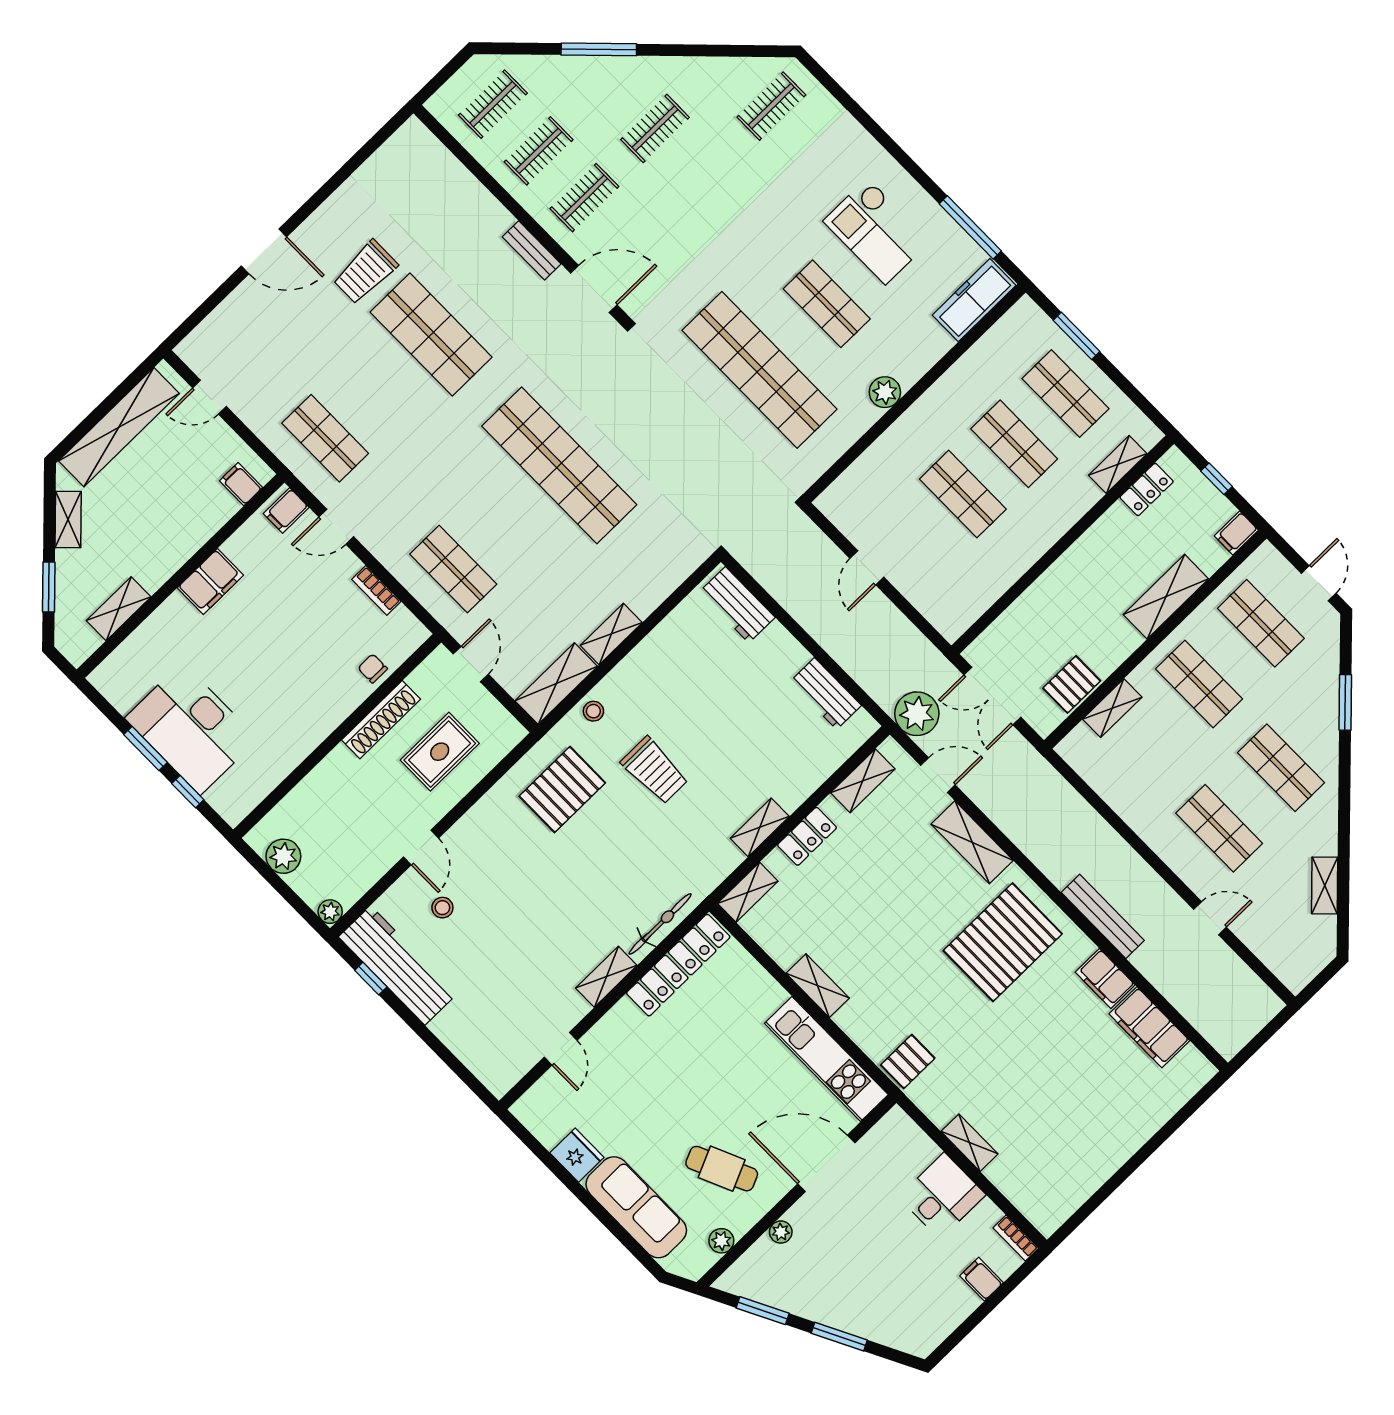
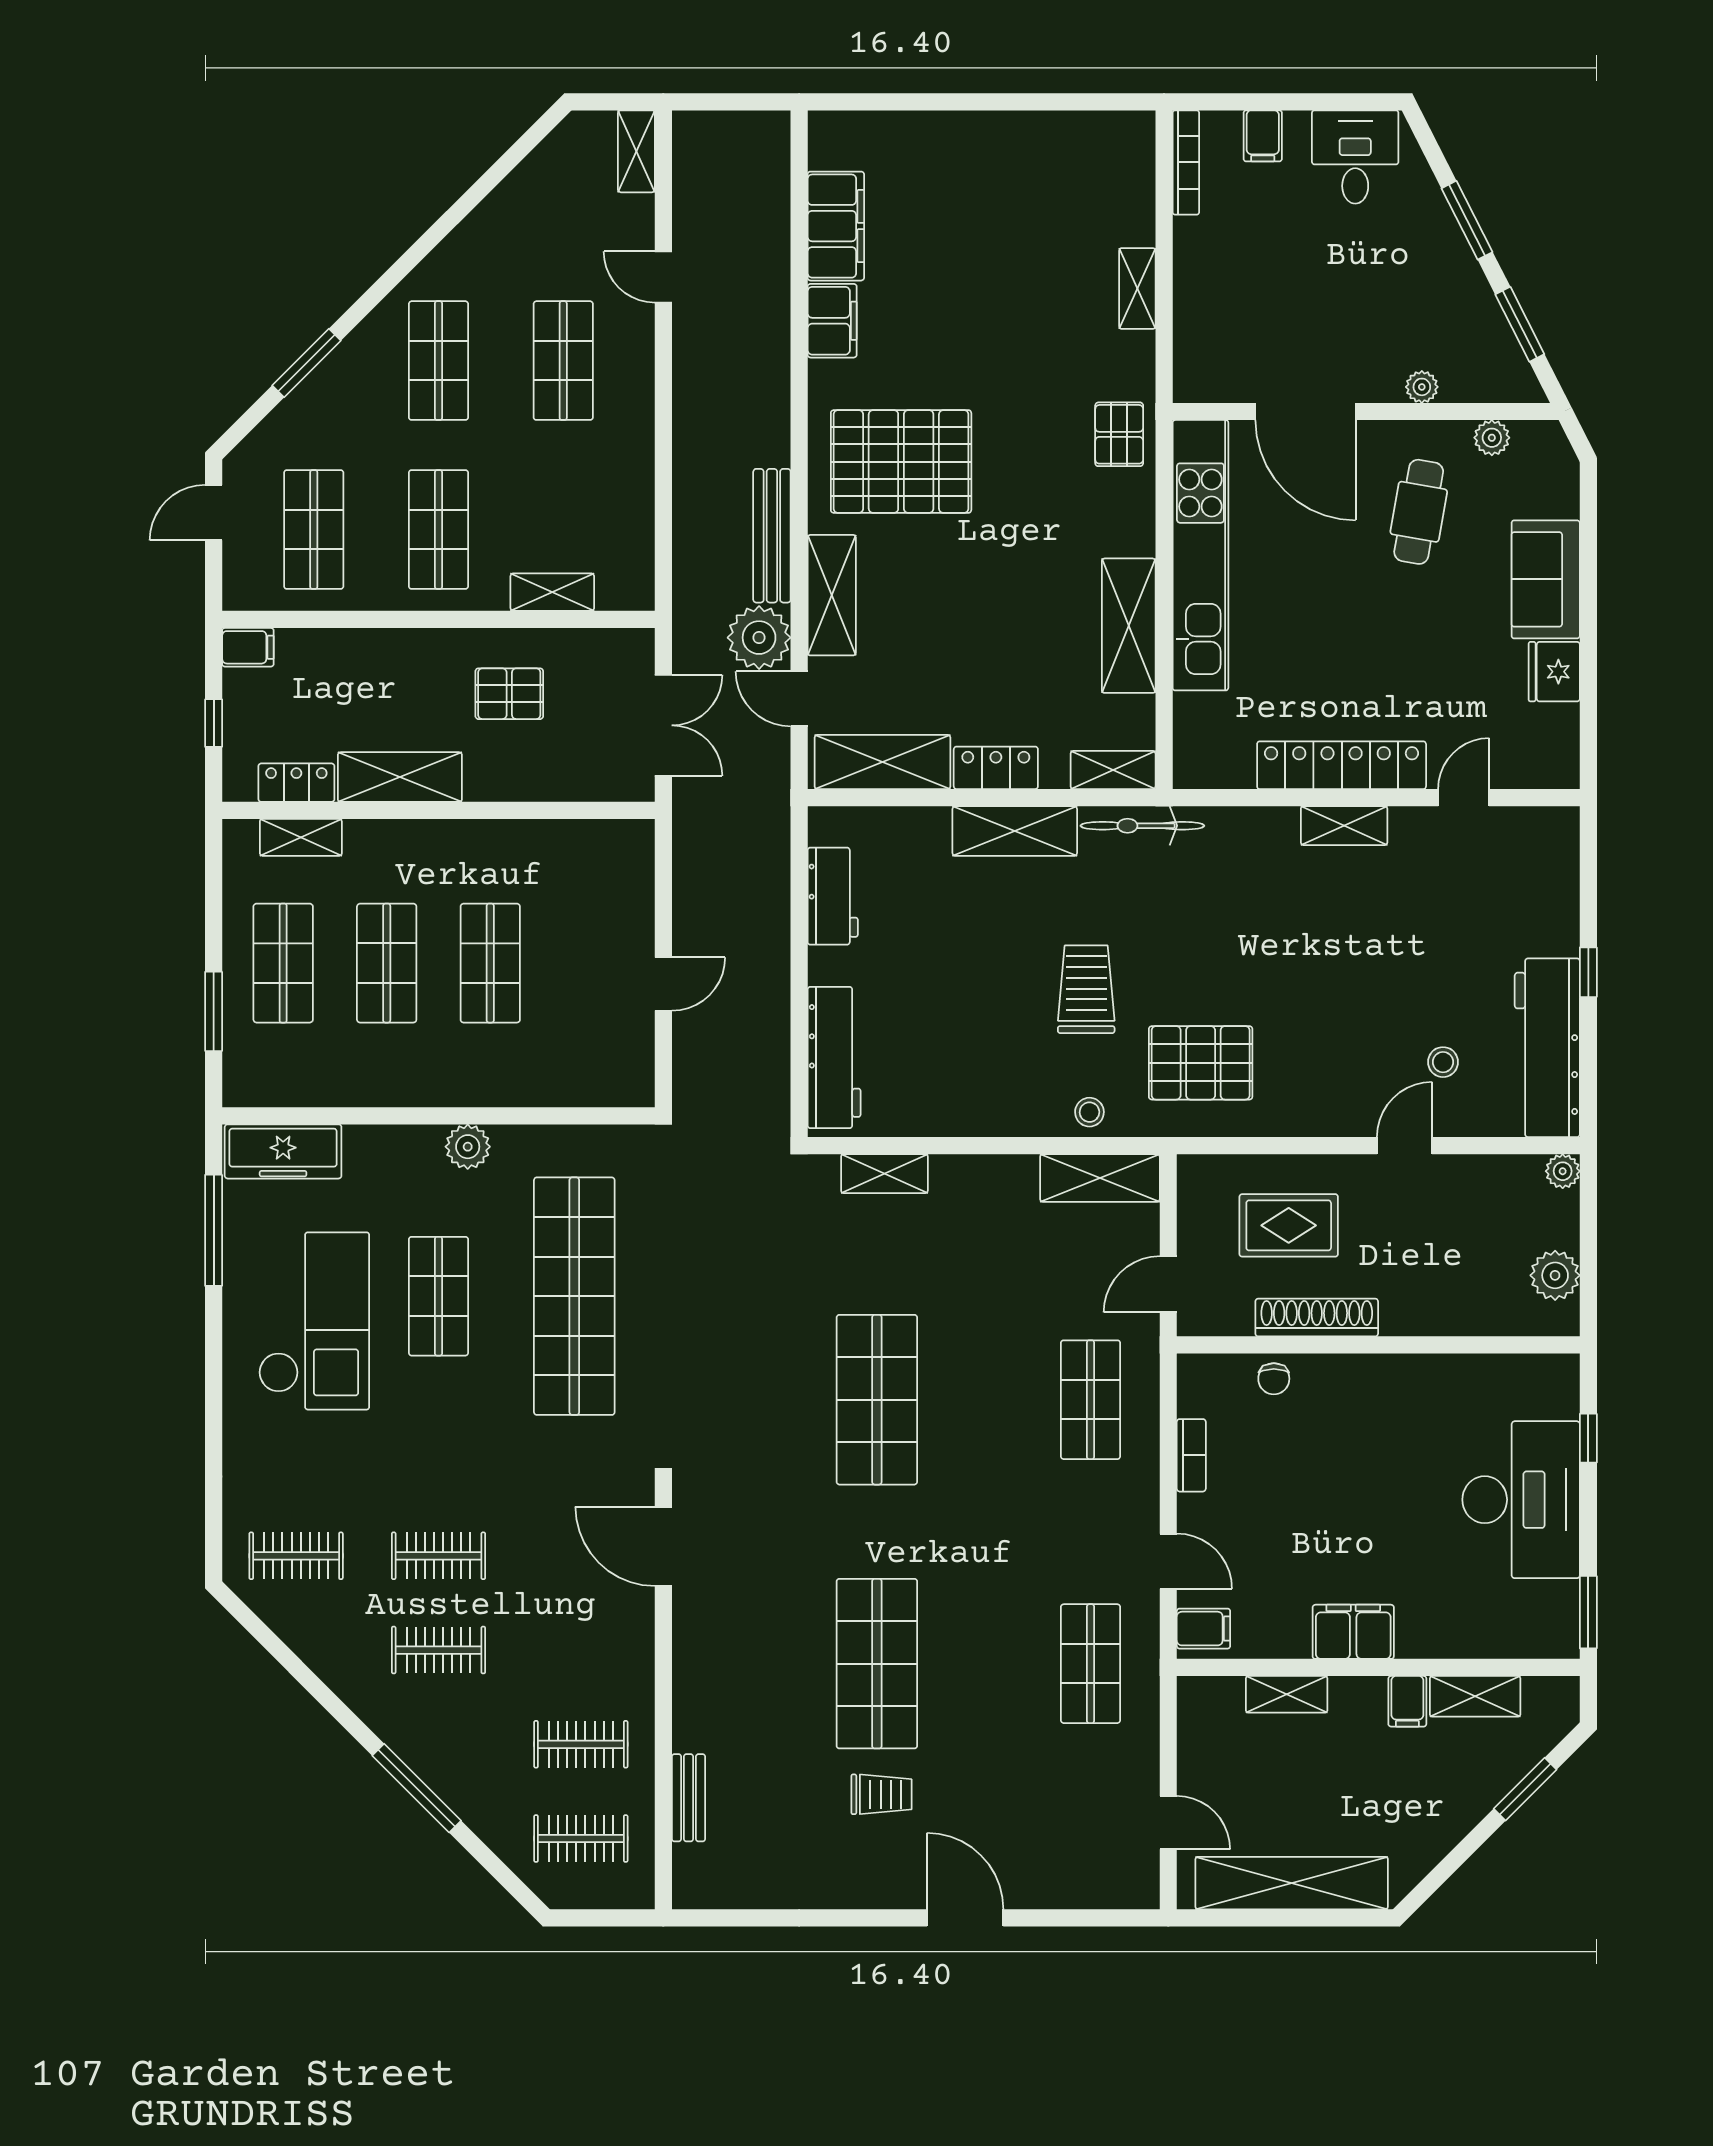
clothes rail: (584, 198) -> (438, 1556), moved
checkout: (877, 231) -> (314, 1321), width x1.36, depth x1.21
bench: (532, 250) -> (689, 1798), moved
trolley: (365, 272) -> (881, 1794), width x0.73, depth x0.72
shop shelf: (559, 465) -> (877, 1400), width x0.71
filing cabinet: (241, 484) -> (1407, 1701), moved
shelving: (68, 519) -> (1287, 1694), moved, turned 45
shelving: (1166, 597) -> (400, 777), moved
workbench: (737, 605) -> (834, 1058), width x1.38
shelving: (611, 634) -> (884, 1174), moved
pallet: (1072, 684) -> (509, 694), moved
plant: (917, 714) -> (759, 638), moved
window: (145, 748) -> (1588, 1612), moved
shelving: (863, 781) -> (882, 762), width x1.50, depth x1.33
shelving: (760, 827) -> (1015, 831), width x1.50, depth x1.33
shelving: (1325, 885) -> (636, 151), moved, turned -45
bench: (1103, 916) -> (772, 536), moved
bicycle: (660, 924) -> (1142, 826), moved
locker: (678, 965) -> (1342, 765), moved
window: (371, 979) -> (1588, 972), moved
shelving: (818, 986) -> (1129, 626), width x1.50, depth x1.33
kitchen unit: (826, 1059) -> (1200, 555), width x1.36
pallet: (908, 1062) -> (1119, 434), turned 90
cafe table: (722, 1169) -> (1419, 512), turned 34
desk: (942, 1196) -> (1355, 157), moved, turned 90
sofa: (636, 1207) -> (1546, 579), width x0.73
bookcase: (1016, 1238) -> (1186, 162), width x1.56

